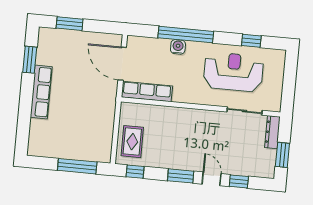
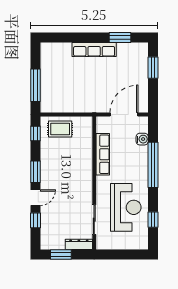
water cooler: (178, 47) -> (142, 139), moved
row of seats: (147, 92) -> (103, 154), moved

